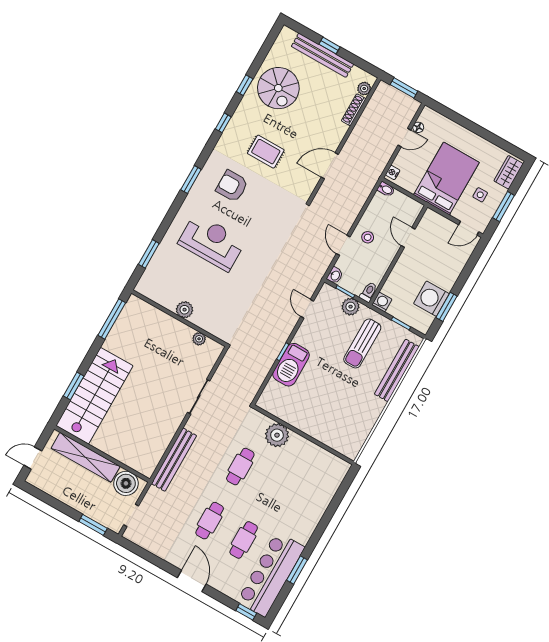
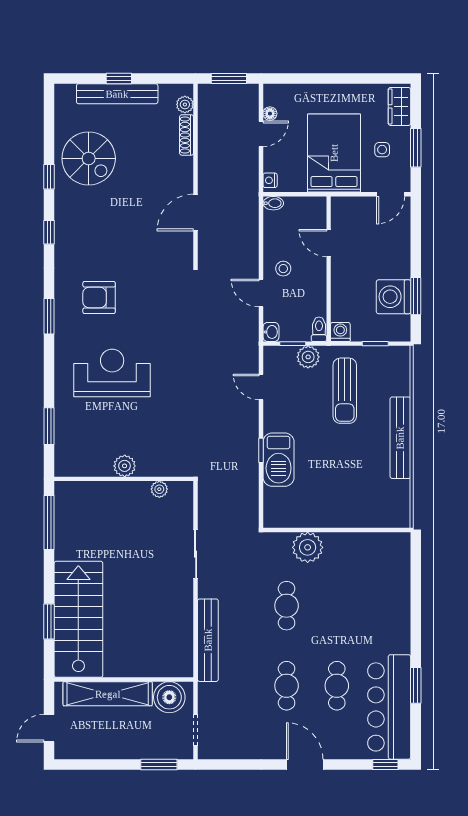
rug: (266, 152) -> (115, 237), removed
bench: (397, 370) -> (400, 438), moved

